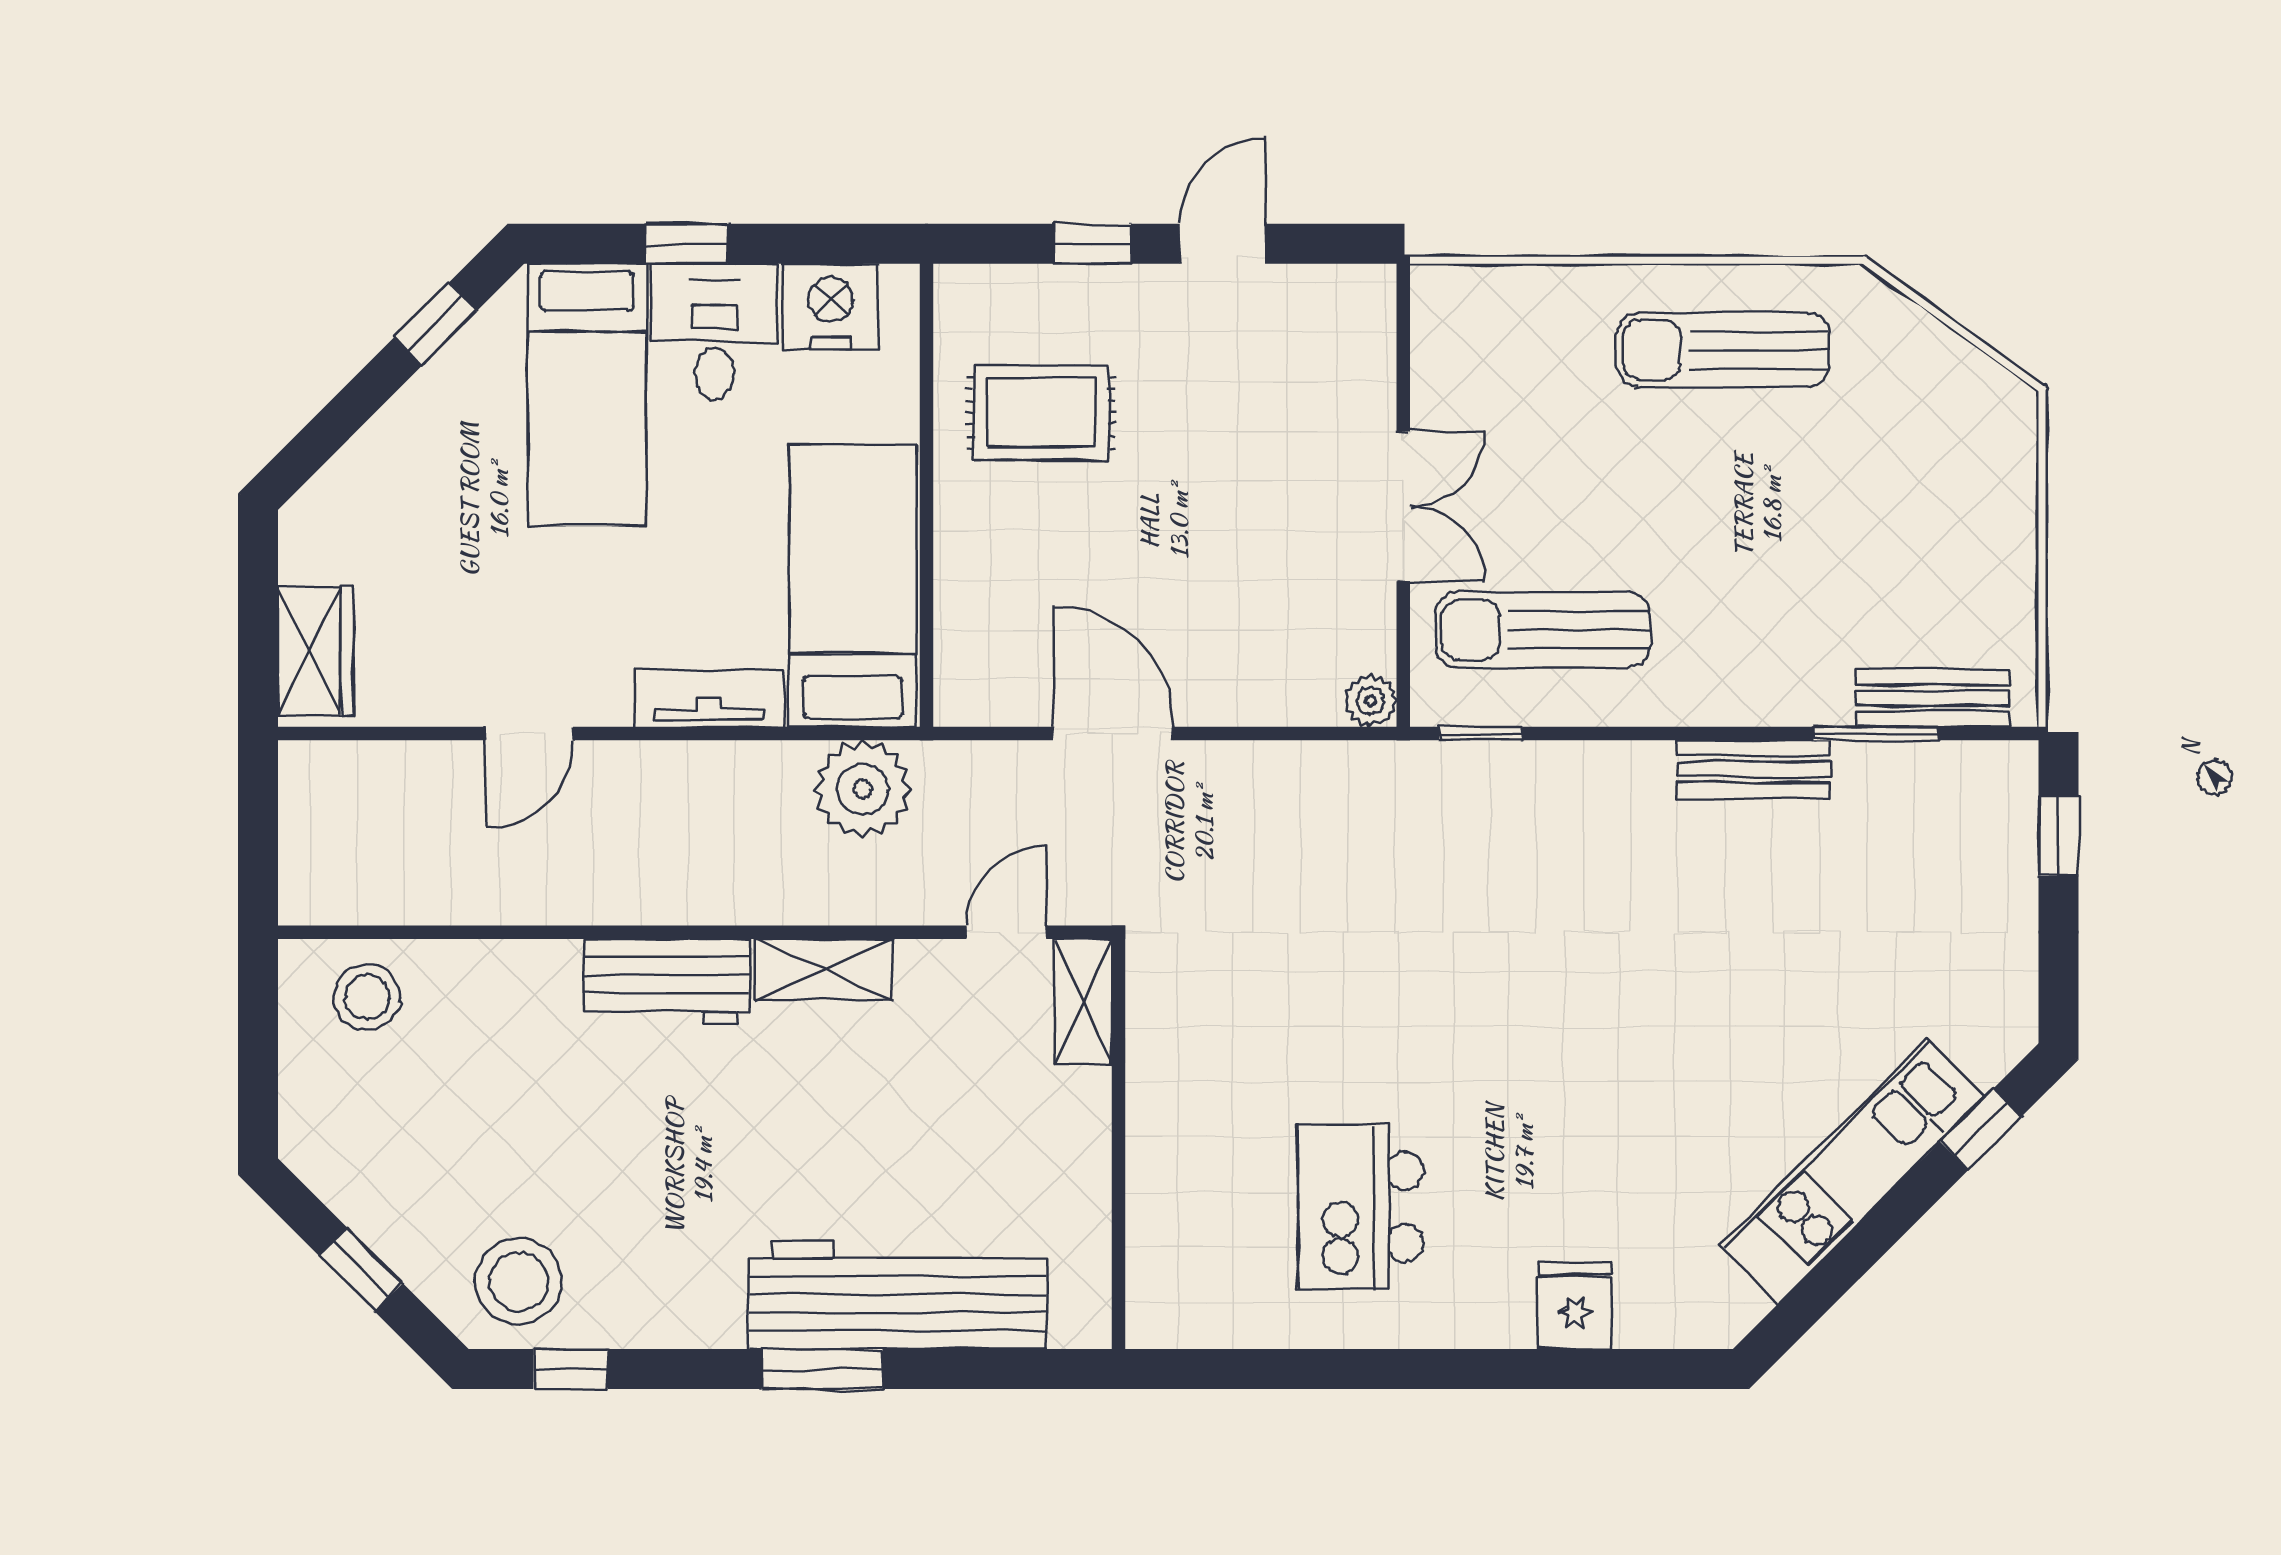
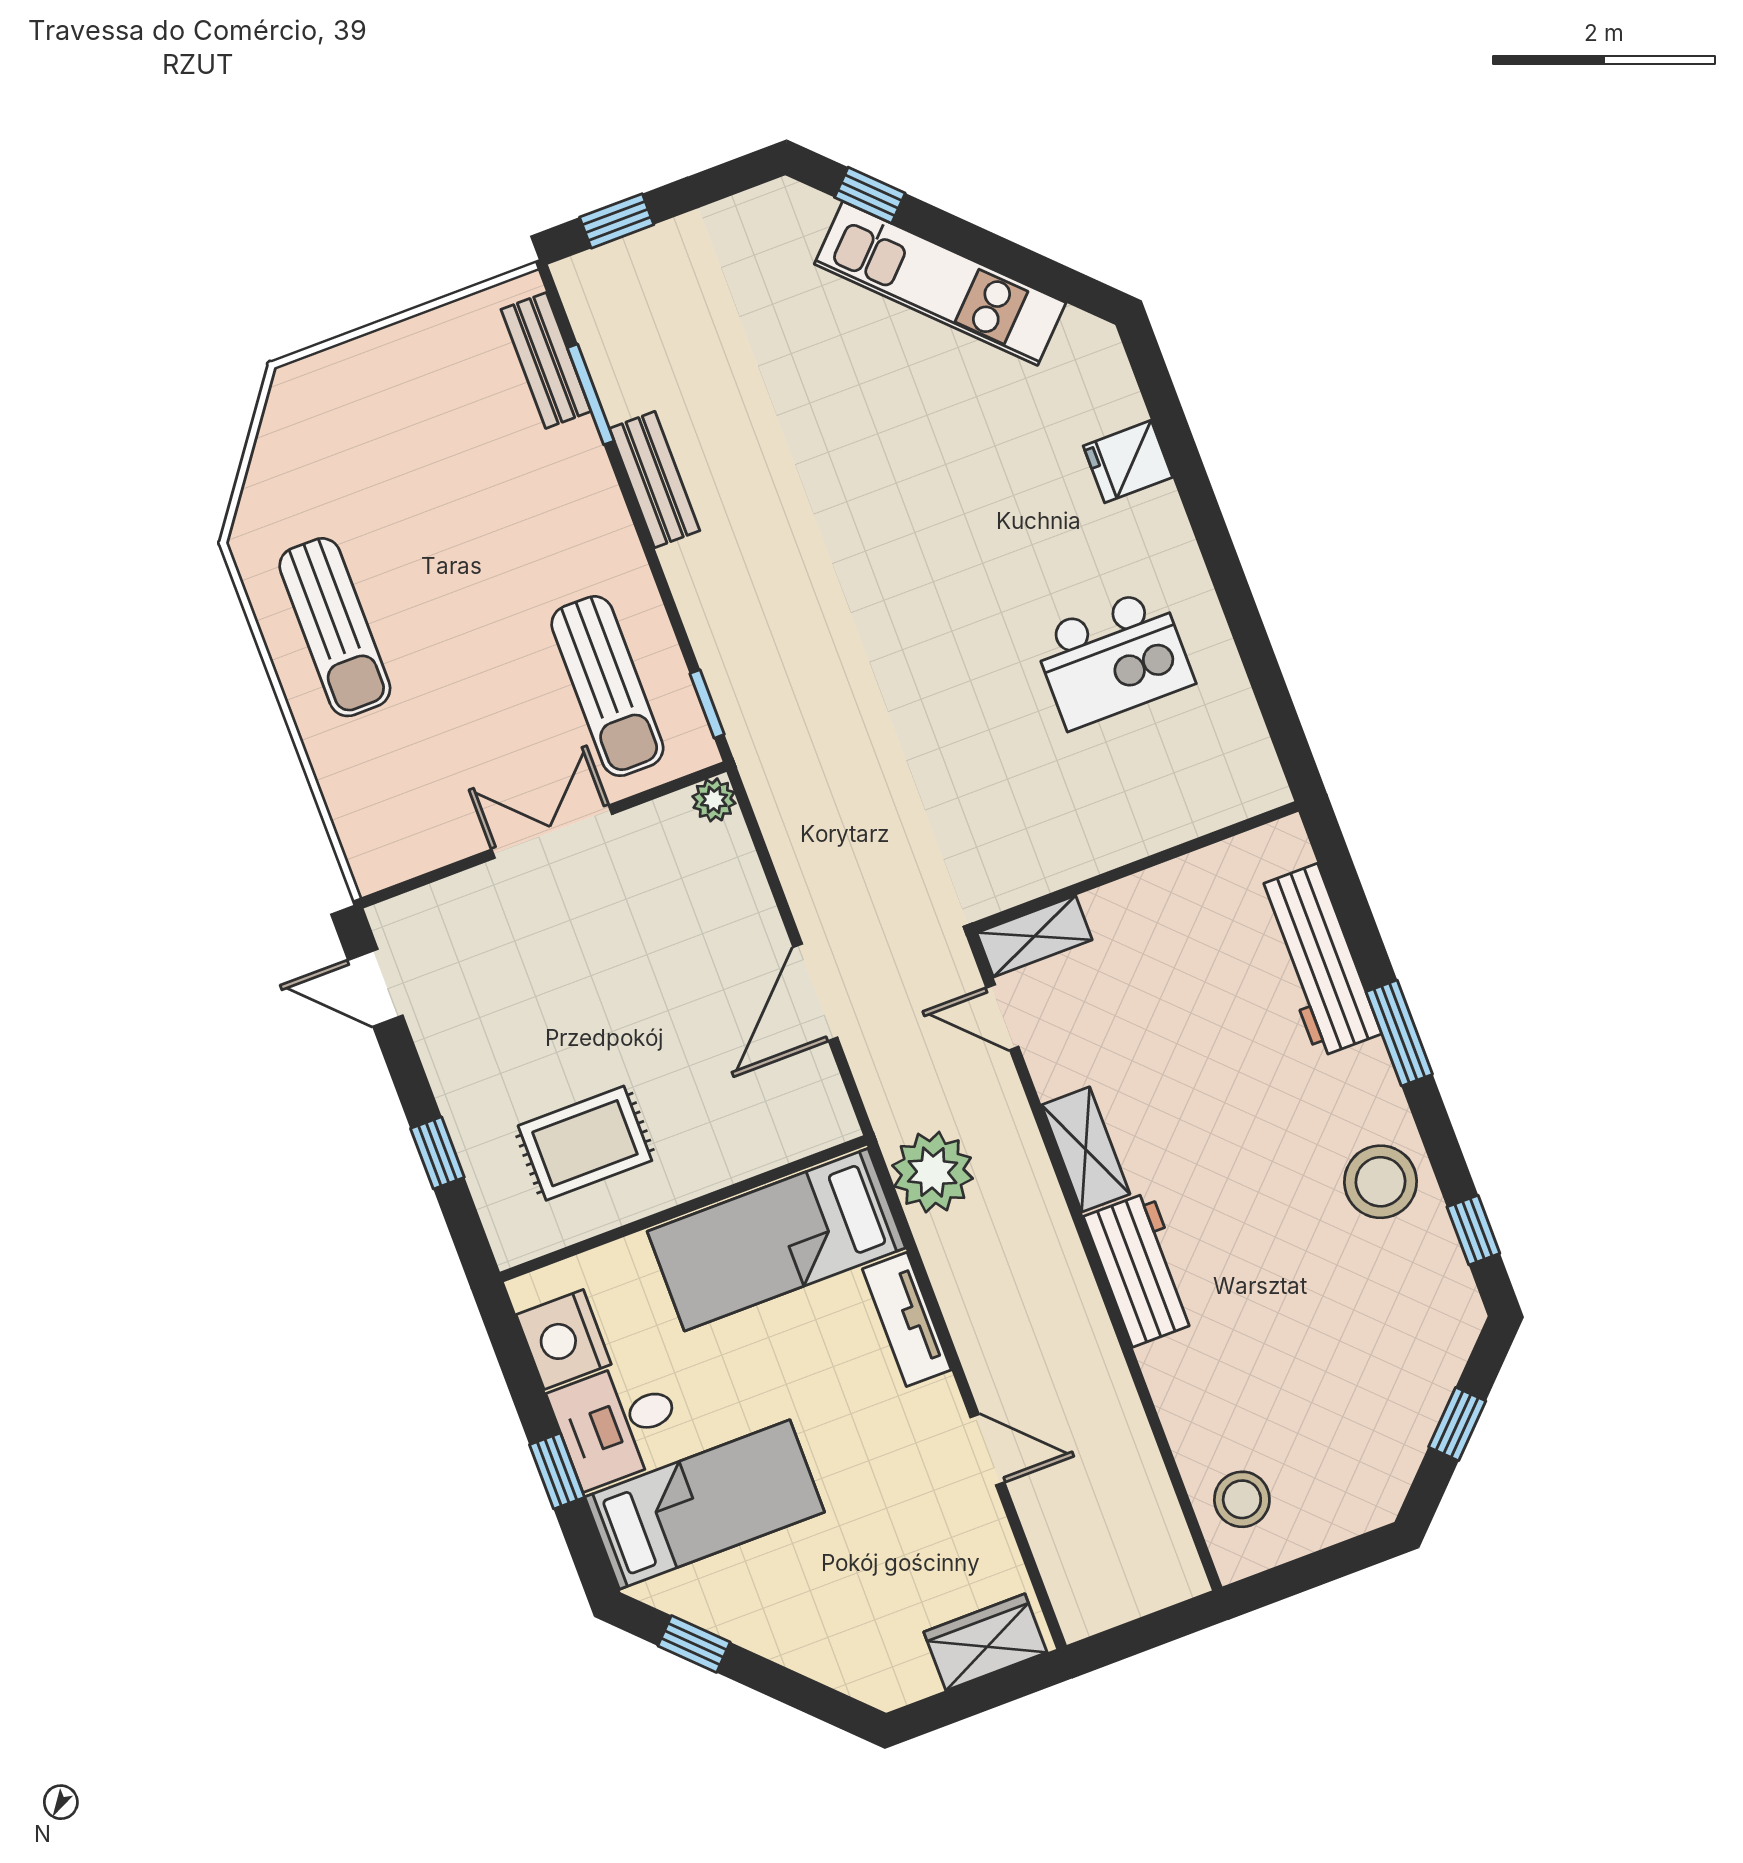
door: (1222, 244) -> (375, 988), moved
rug: (1041, 413) -> (585, 1143), turned 90
stool: (519, 1282) -> (1381, 1182), moved
workbench: (898, 1295) -> (1318, 961), width x0.73, depth x0.76

